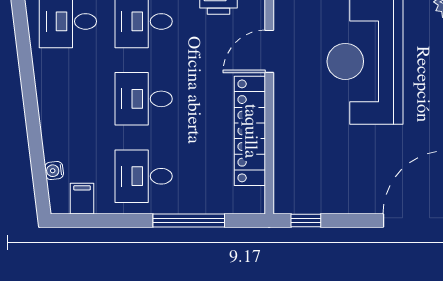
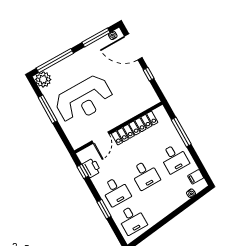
door: (269, 51) -> (101, 138), hinge flipped
window: (306, 221) -> (149, 74), moved

